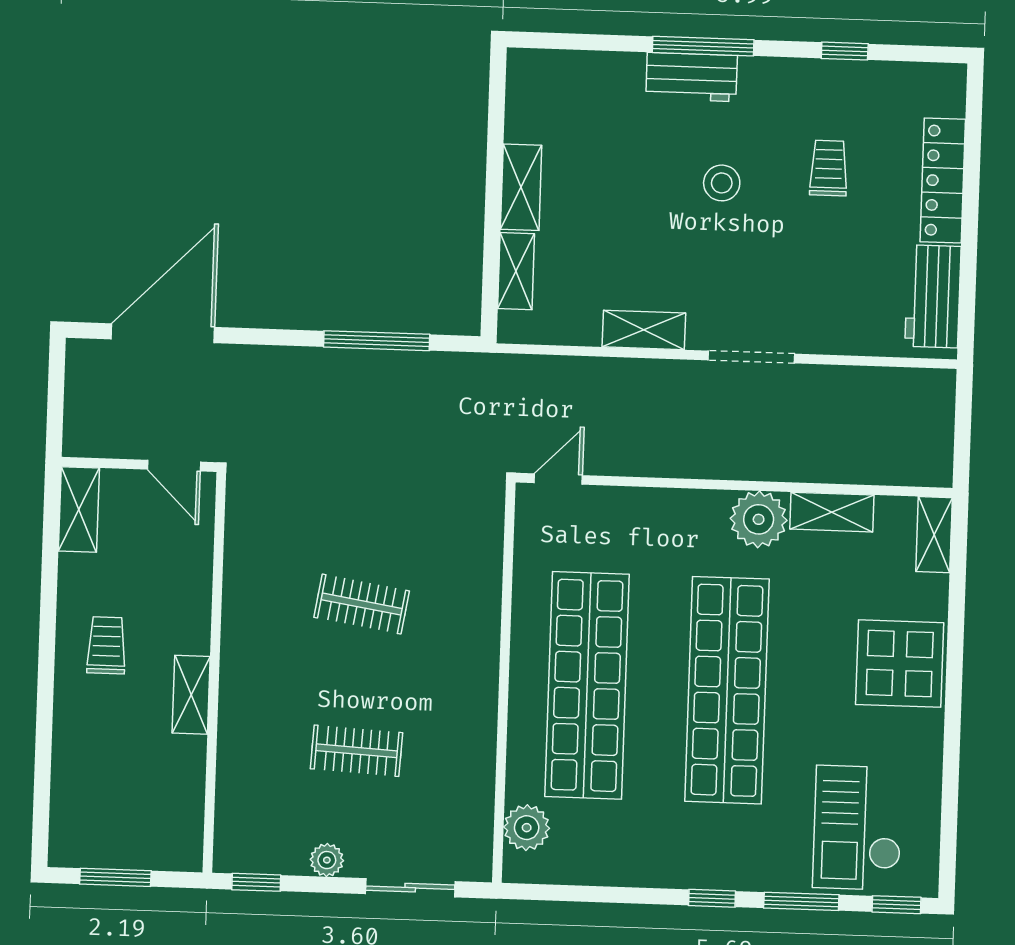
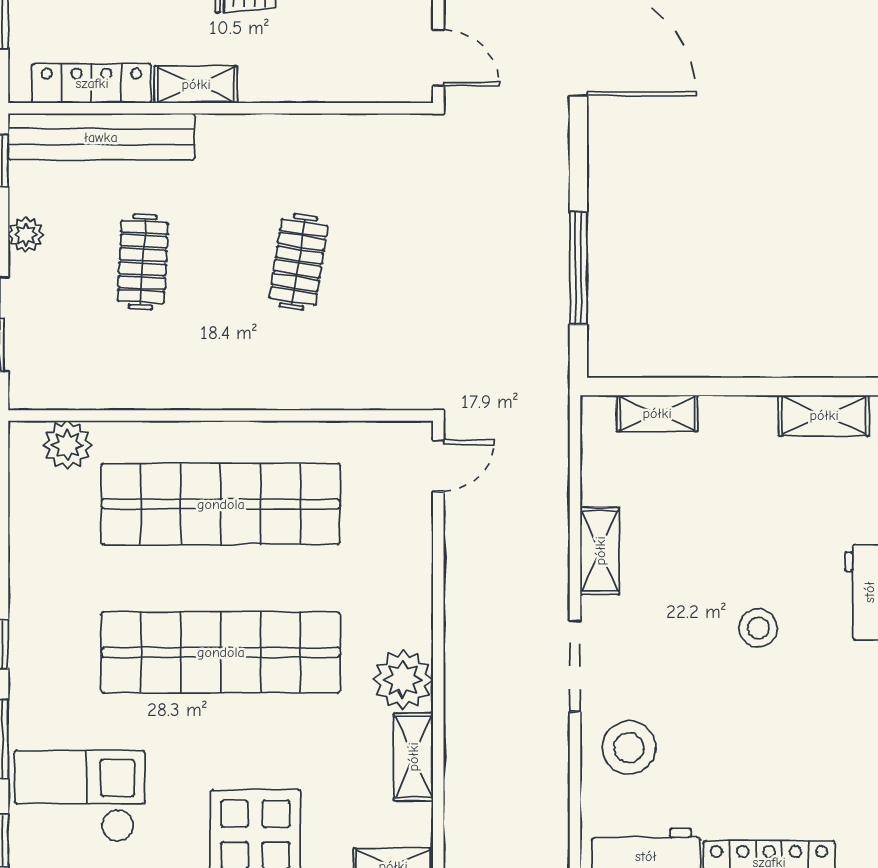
trolley: (829, 168) -> (778, 741), removed
shelving: (521, 187) -> (824, 415), moved
stool: (830, 309) -> (629, 748), added
door: (174, 466) -> (438, 58), swing flipped
door: (558, 479) -> (438, 466), hinge flipped
bench: (237, 786) -> (101, 137), added
locker: (187, 793) -> (92, 83), added

